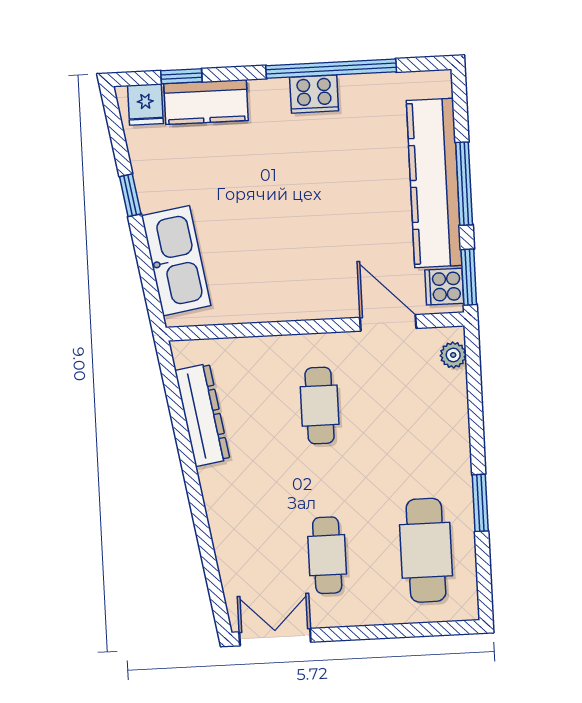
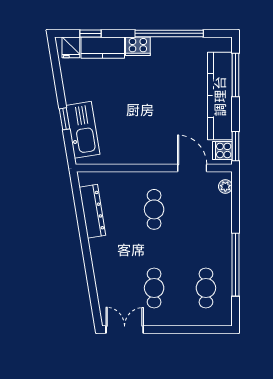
cooker: (314, 94) -> (138, 46), moved
window: (464, 184) -> (236, 75), moved
window: (130, 195) -> (65, 119), moved
window: (480, 503) -> (236, 265), width x2.11
cafe table: (426, 550) -> (206, 288), width x0.73, depth x0.74

